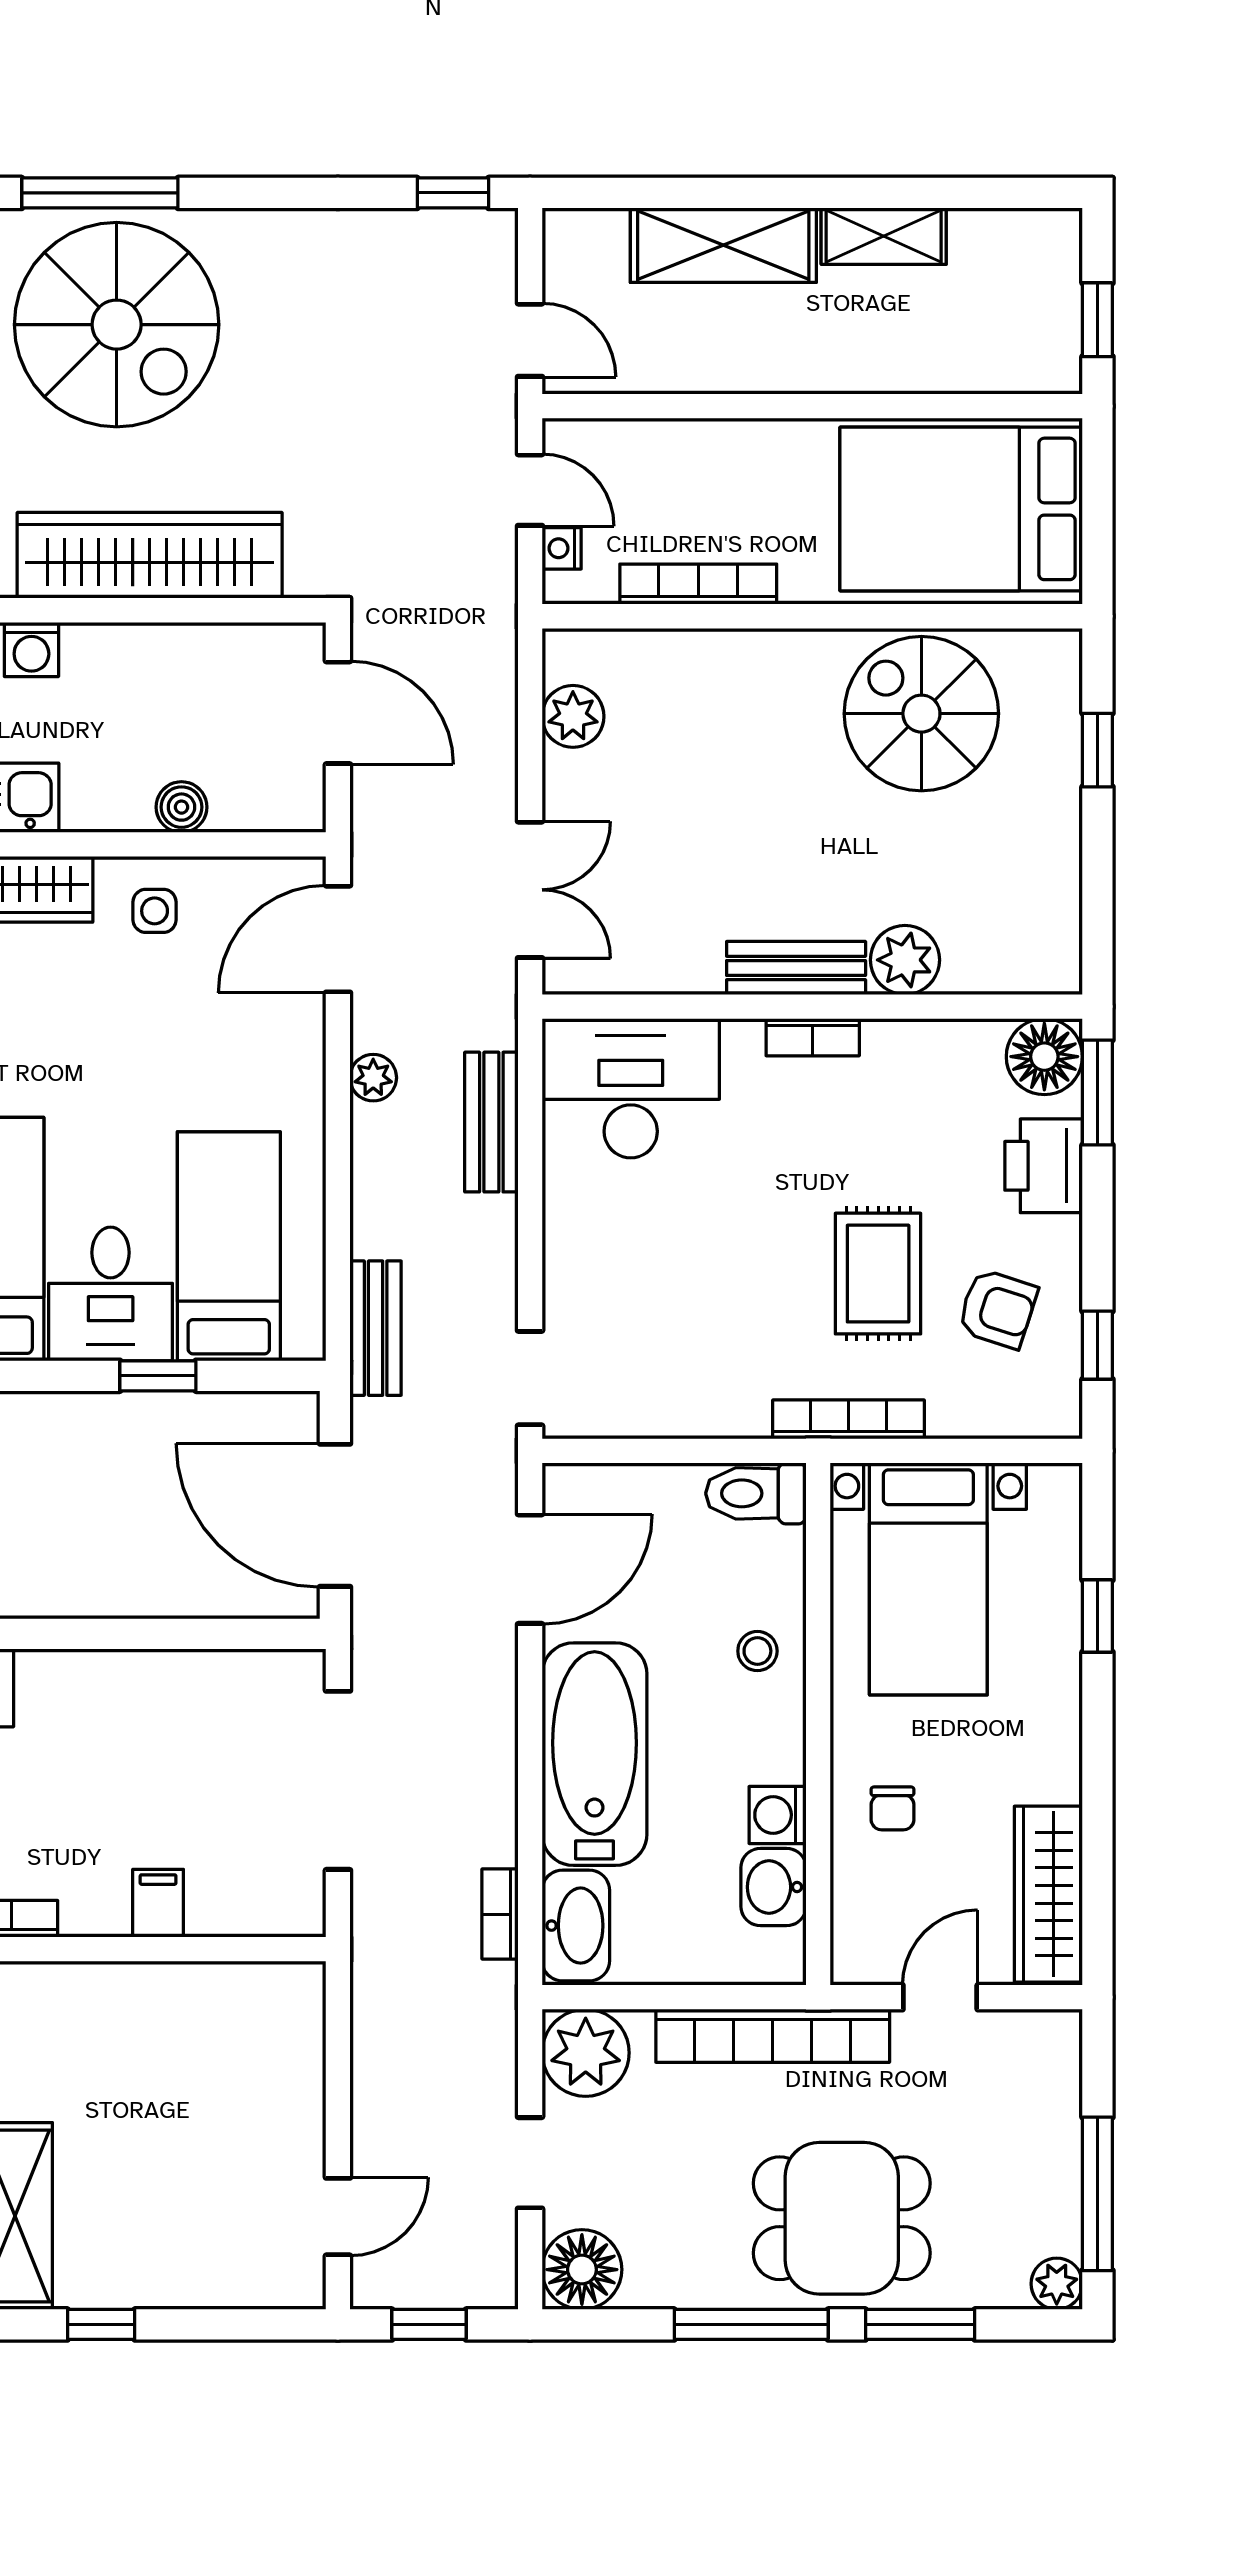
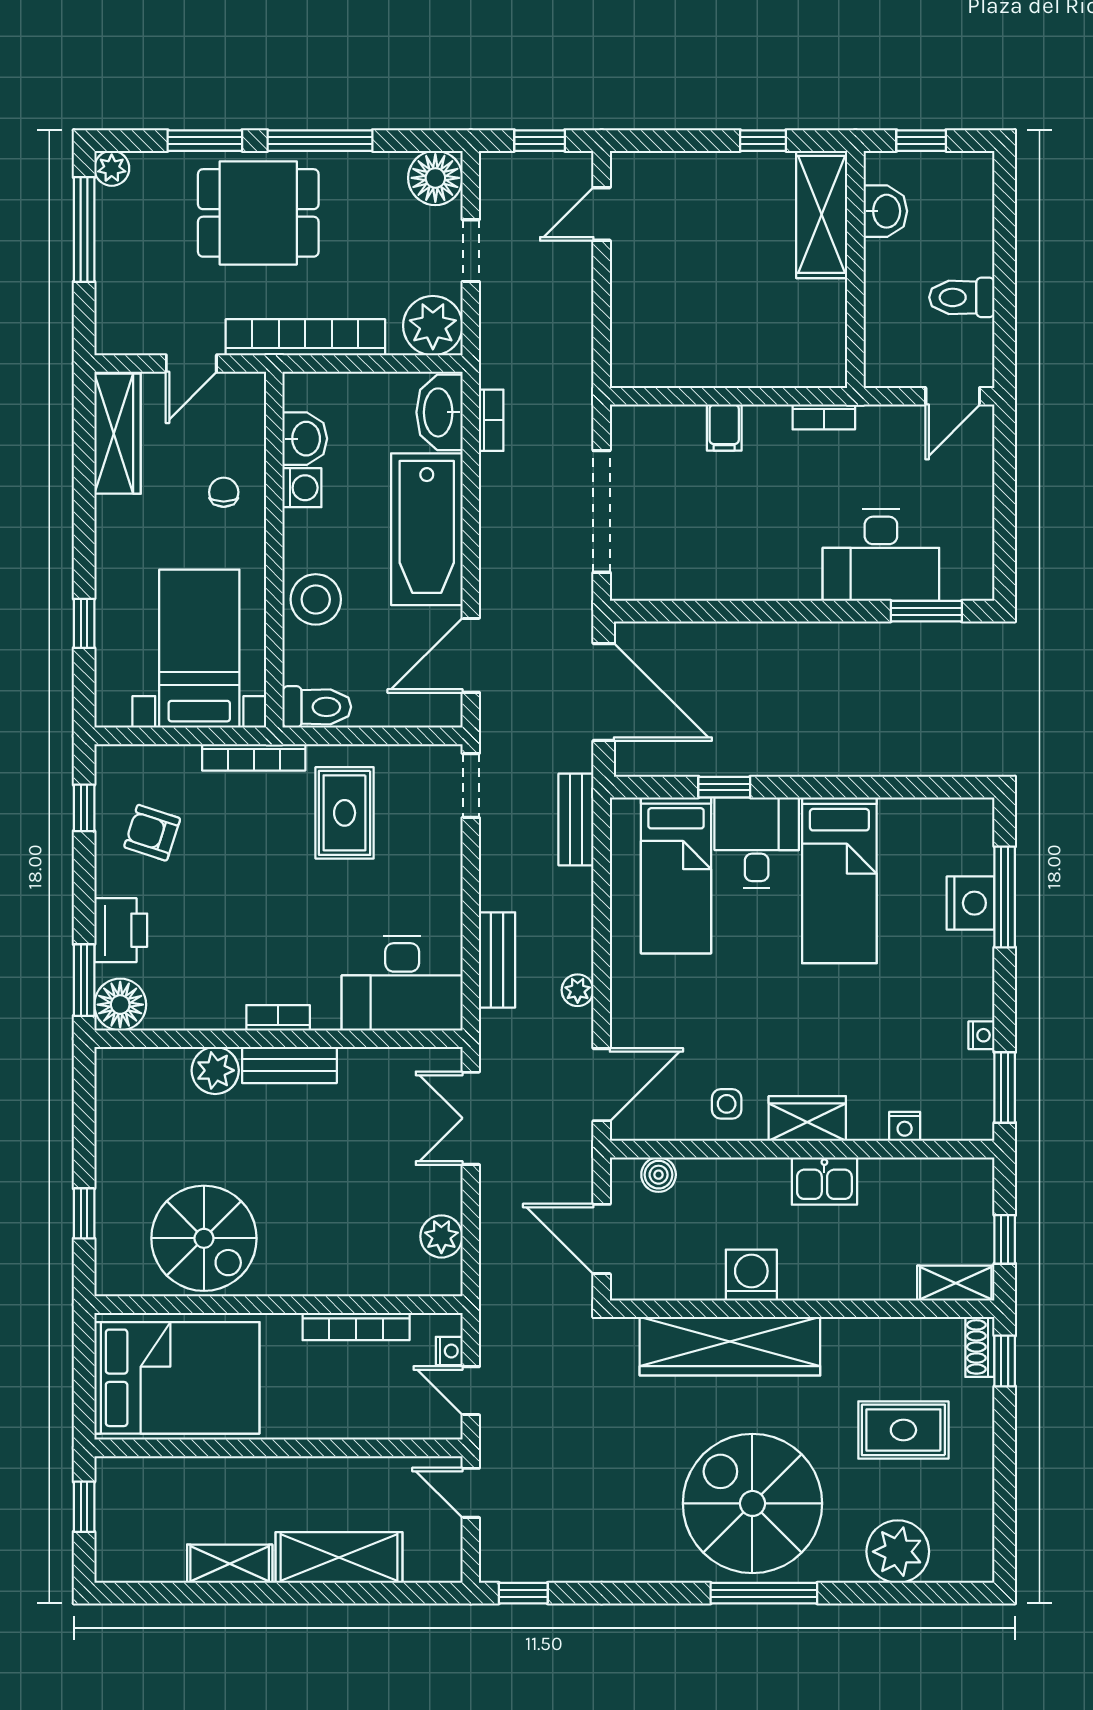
washing machine: (31, 649) -> (751, 1275), moved, width x1.38, depth x1.38
boiler: (181, 807) -> (659, 1175), moved
rug: (878, 1274) -> (345, 813), moved
stool: (757, 1651) -> (316, 599), width x1.89, depth x1.89

